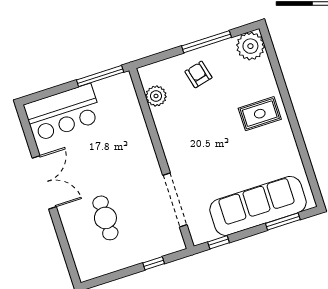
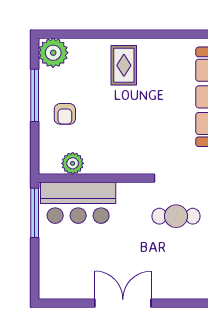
armchair: (198, 74) -> (65, 114), turned -76
bar counter: (63, 113) -> (78, 203), moved, turned 90
cafe table: (105, 218) -> (176, 216), moved

